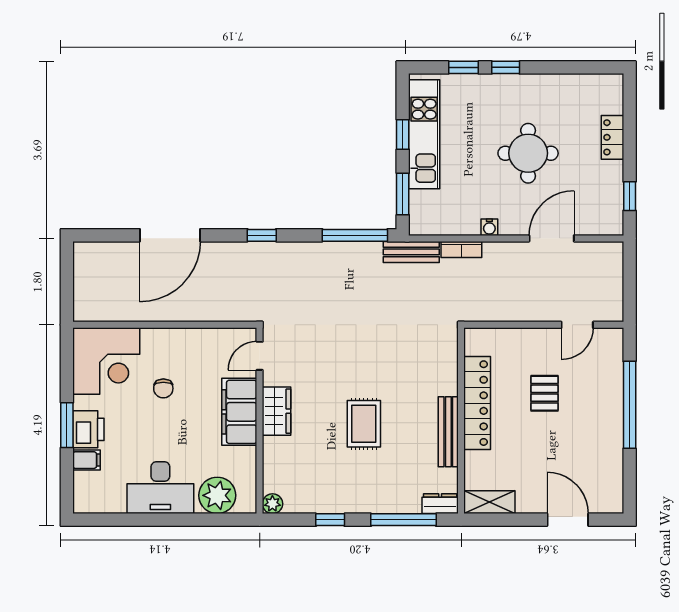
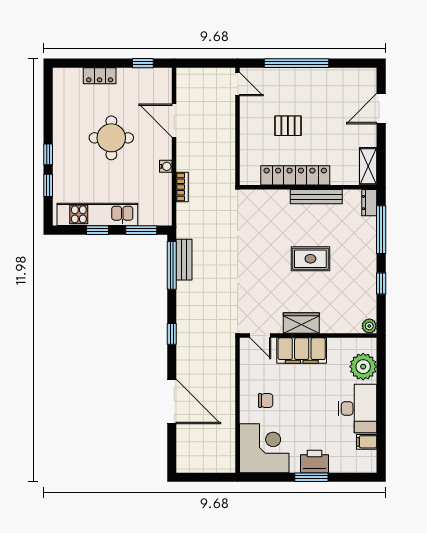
bench: (411, 252) -> (184, 260), moved
door: (577, 325) -> (238, 84), moved
chair: (163, 388) -> (266, 400), moved
filing cabinet: (87, 460) -> (367, 442), moved, turned -90

